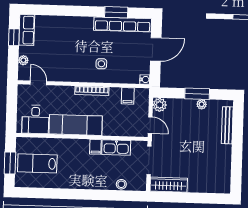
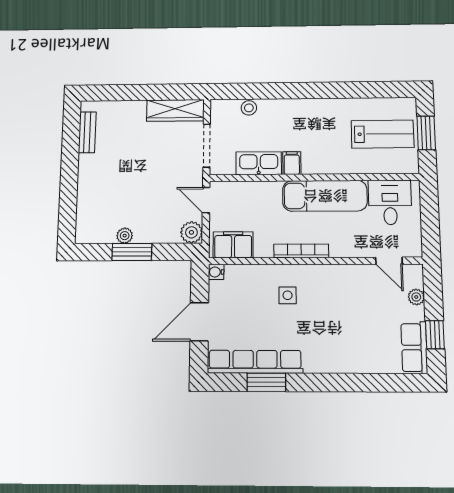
filing cabinet: (128, 96) -> (233, 245), width x2.00
bench: (227, 125) -> (87, 132), moved, width x0.73

